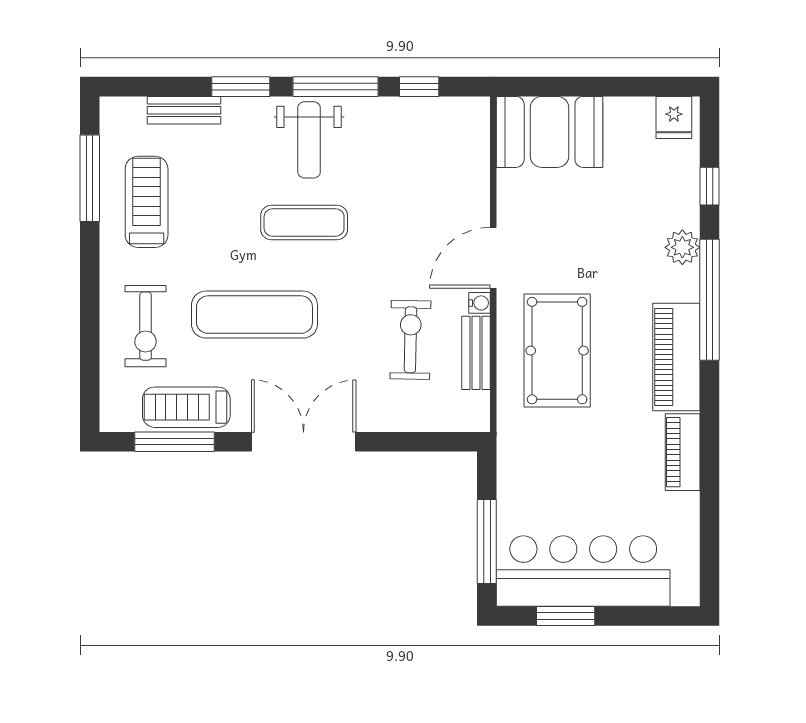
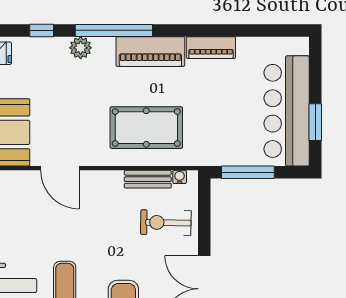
door: (493, 258) -> (60, 168), moved
water cooler: (479, 303) -> (180, 177), moved
exercise bike: (410, 340) -> (166, 223), moved
window: (487, 541) -> (248, 172), moved

